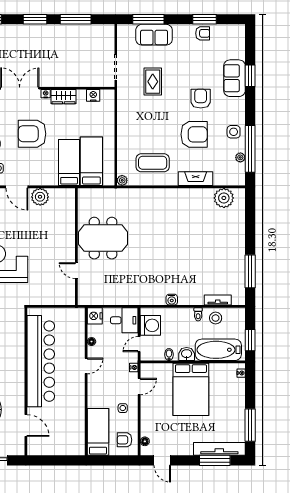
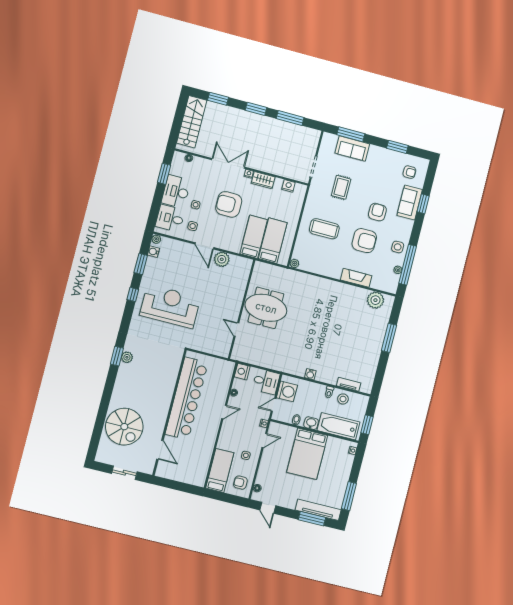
armchair: (203, 33) -> (409, 172), moved
coffee table: (153, 163) -> (324, 229), moved
window: (250, 271) -> (389, 338), moved

